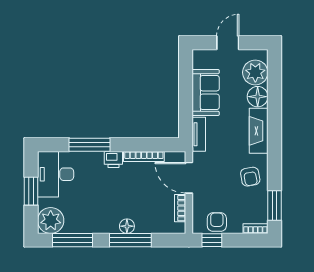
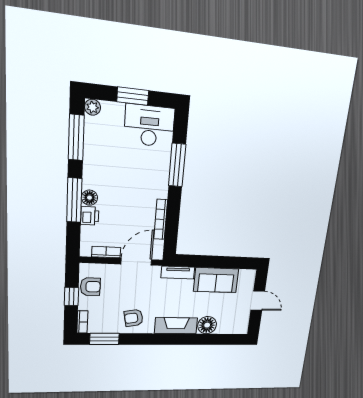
plant: (255, 72) -> (229, 323), removed
printer: (113, 159) -> (90, 216), moved, turned 180
plant: (51, 220) -> (93, 107), width x0.53, depth x0.53
window: (212, 240) -> (71, 296), moved

